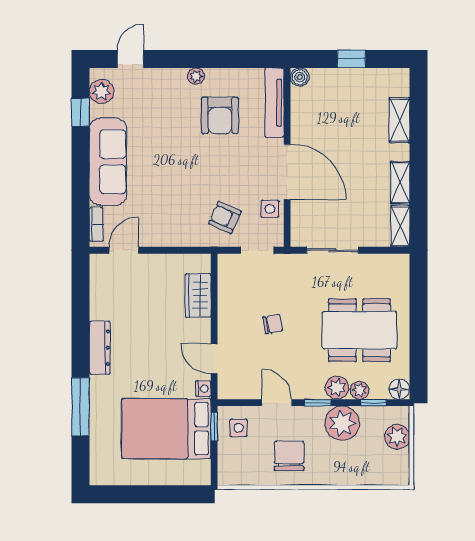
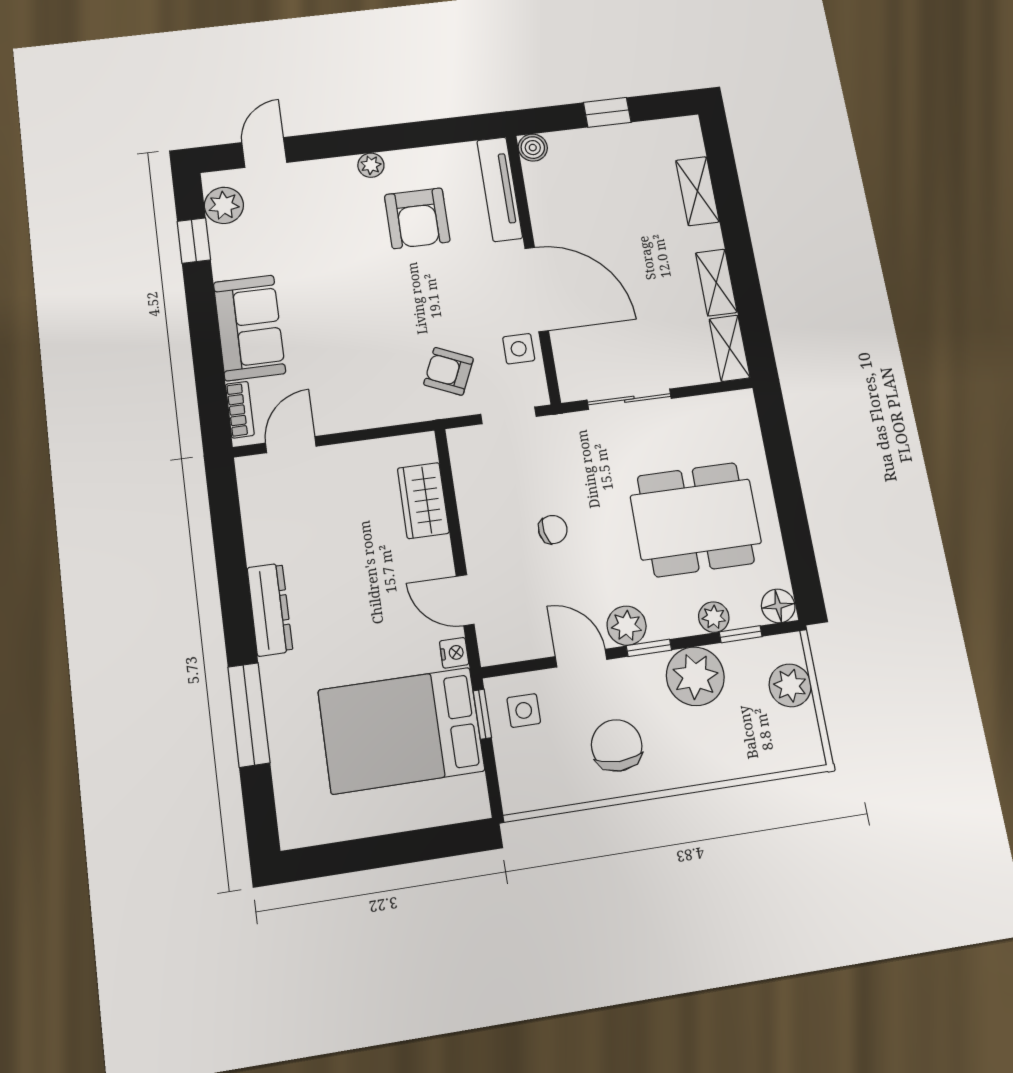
sofa: (108, 162) -> (249, 328), width x0.73
plant: (337, 388) -> (627, 626), moved

